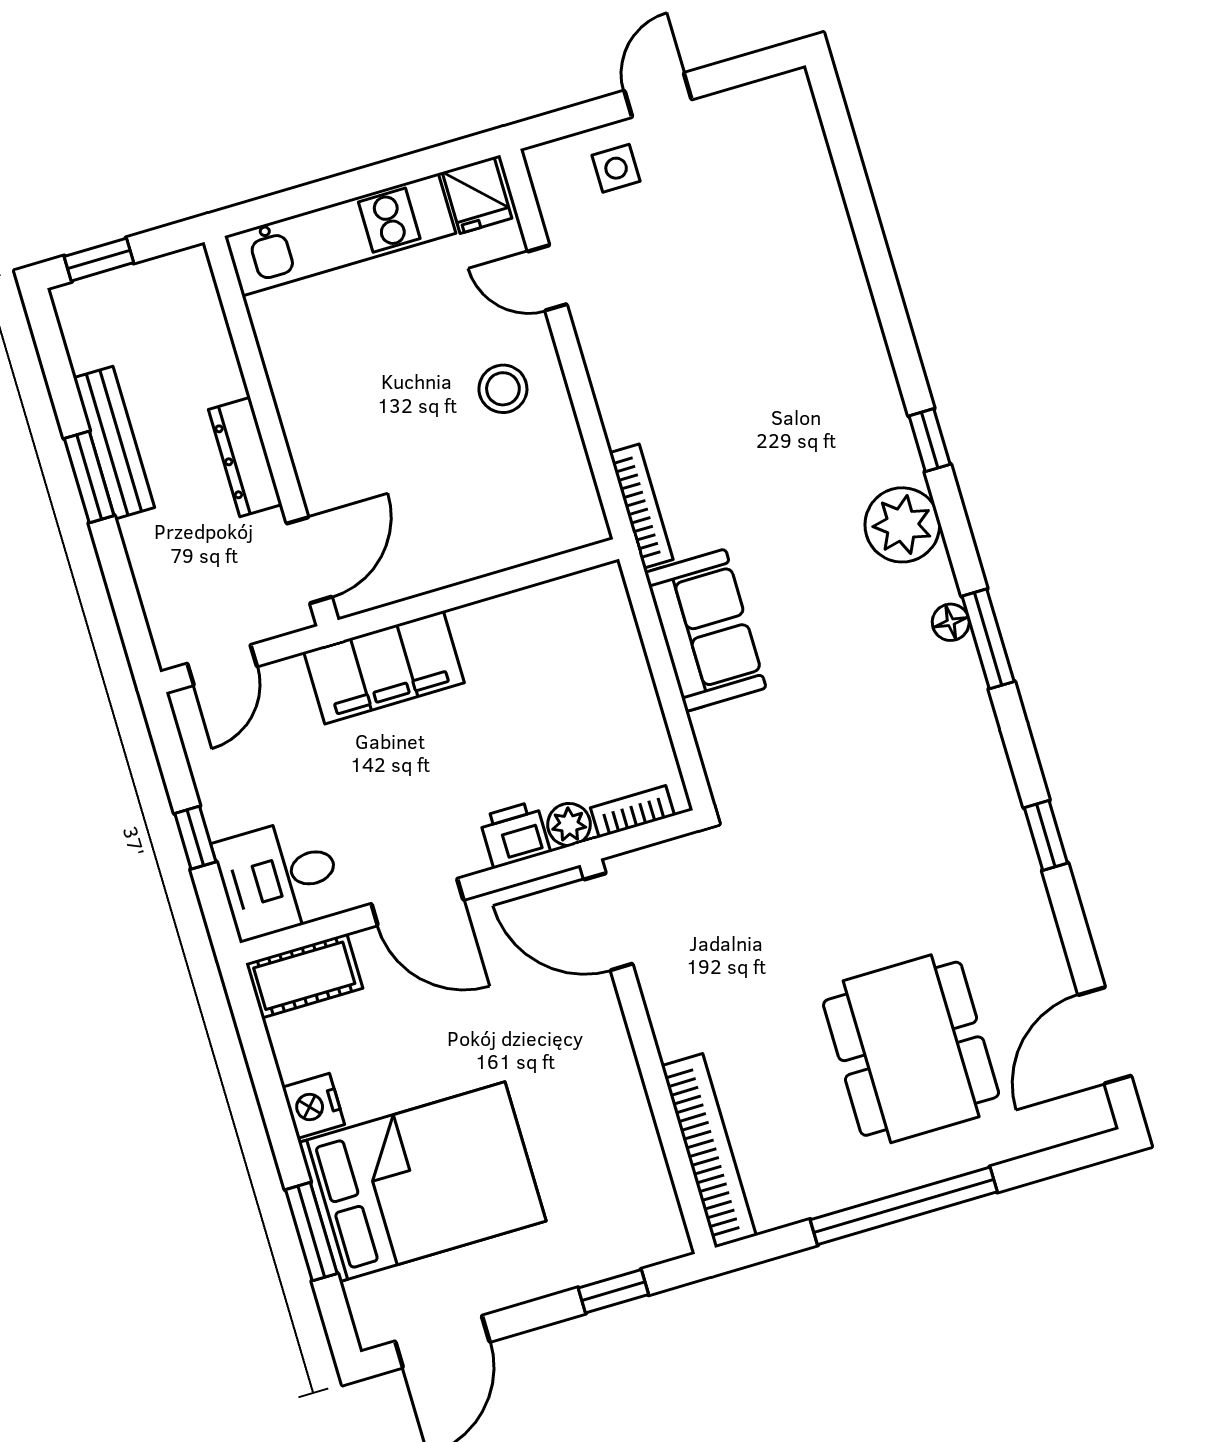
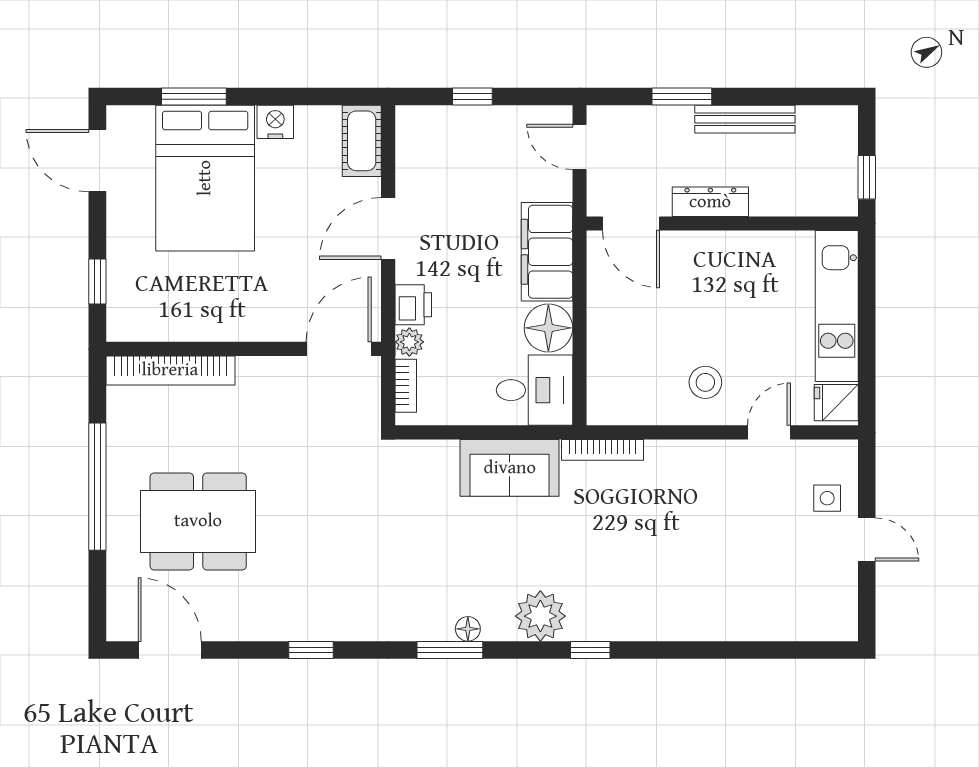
window: (99, 260) -> (867, 177), moved
window: (89, 477) -> (682, 96), moved
floor lamp: (491, 634) -> (548, 328), added
desk: (279, 878) -> (535, 390), moved, turned 90

